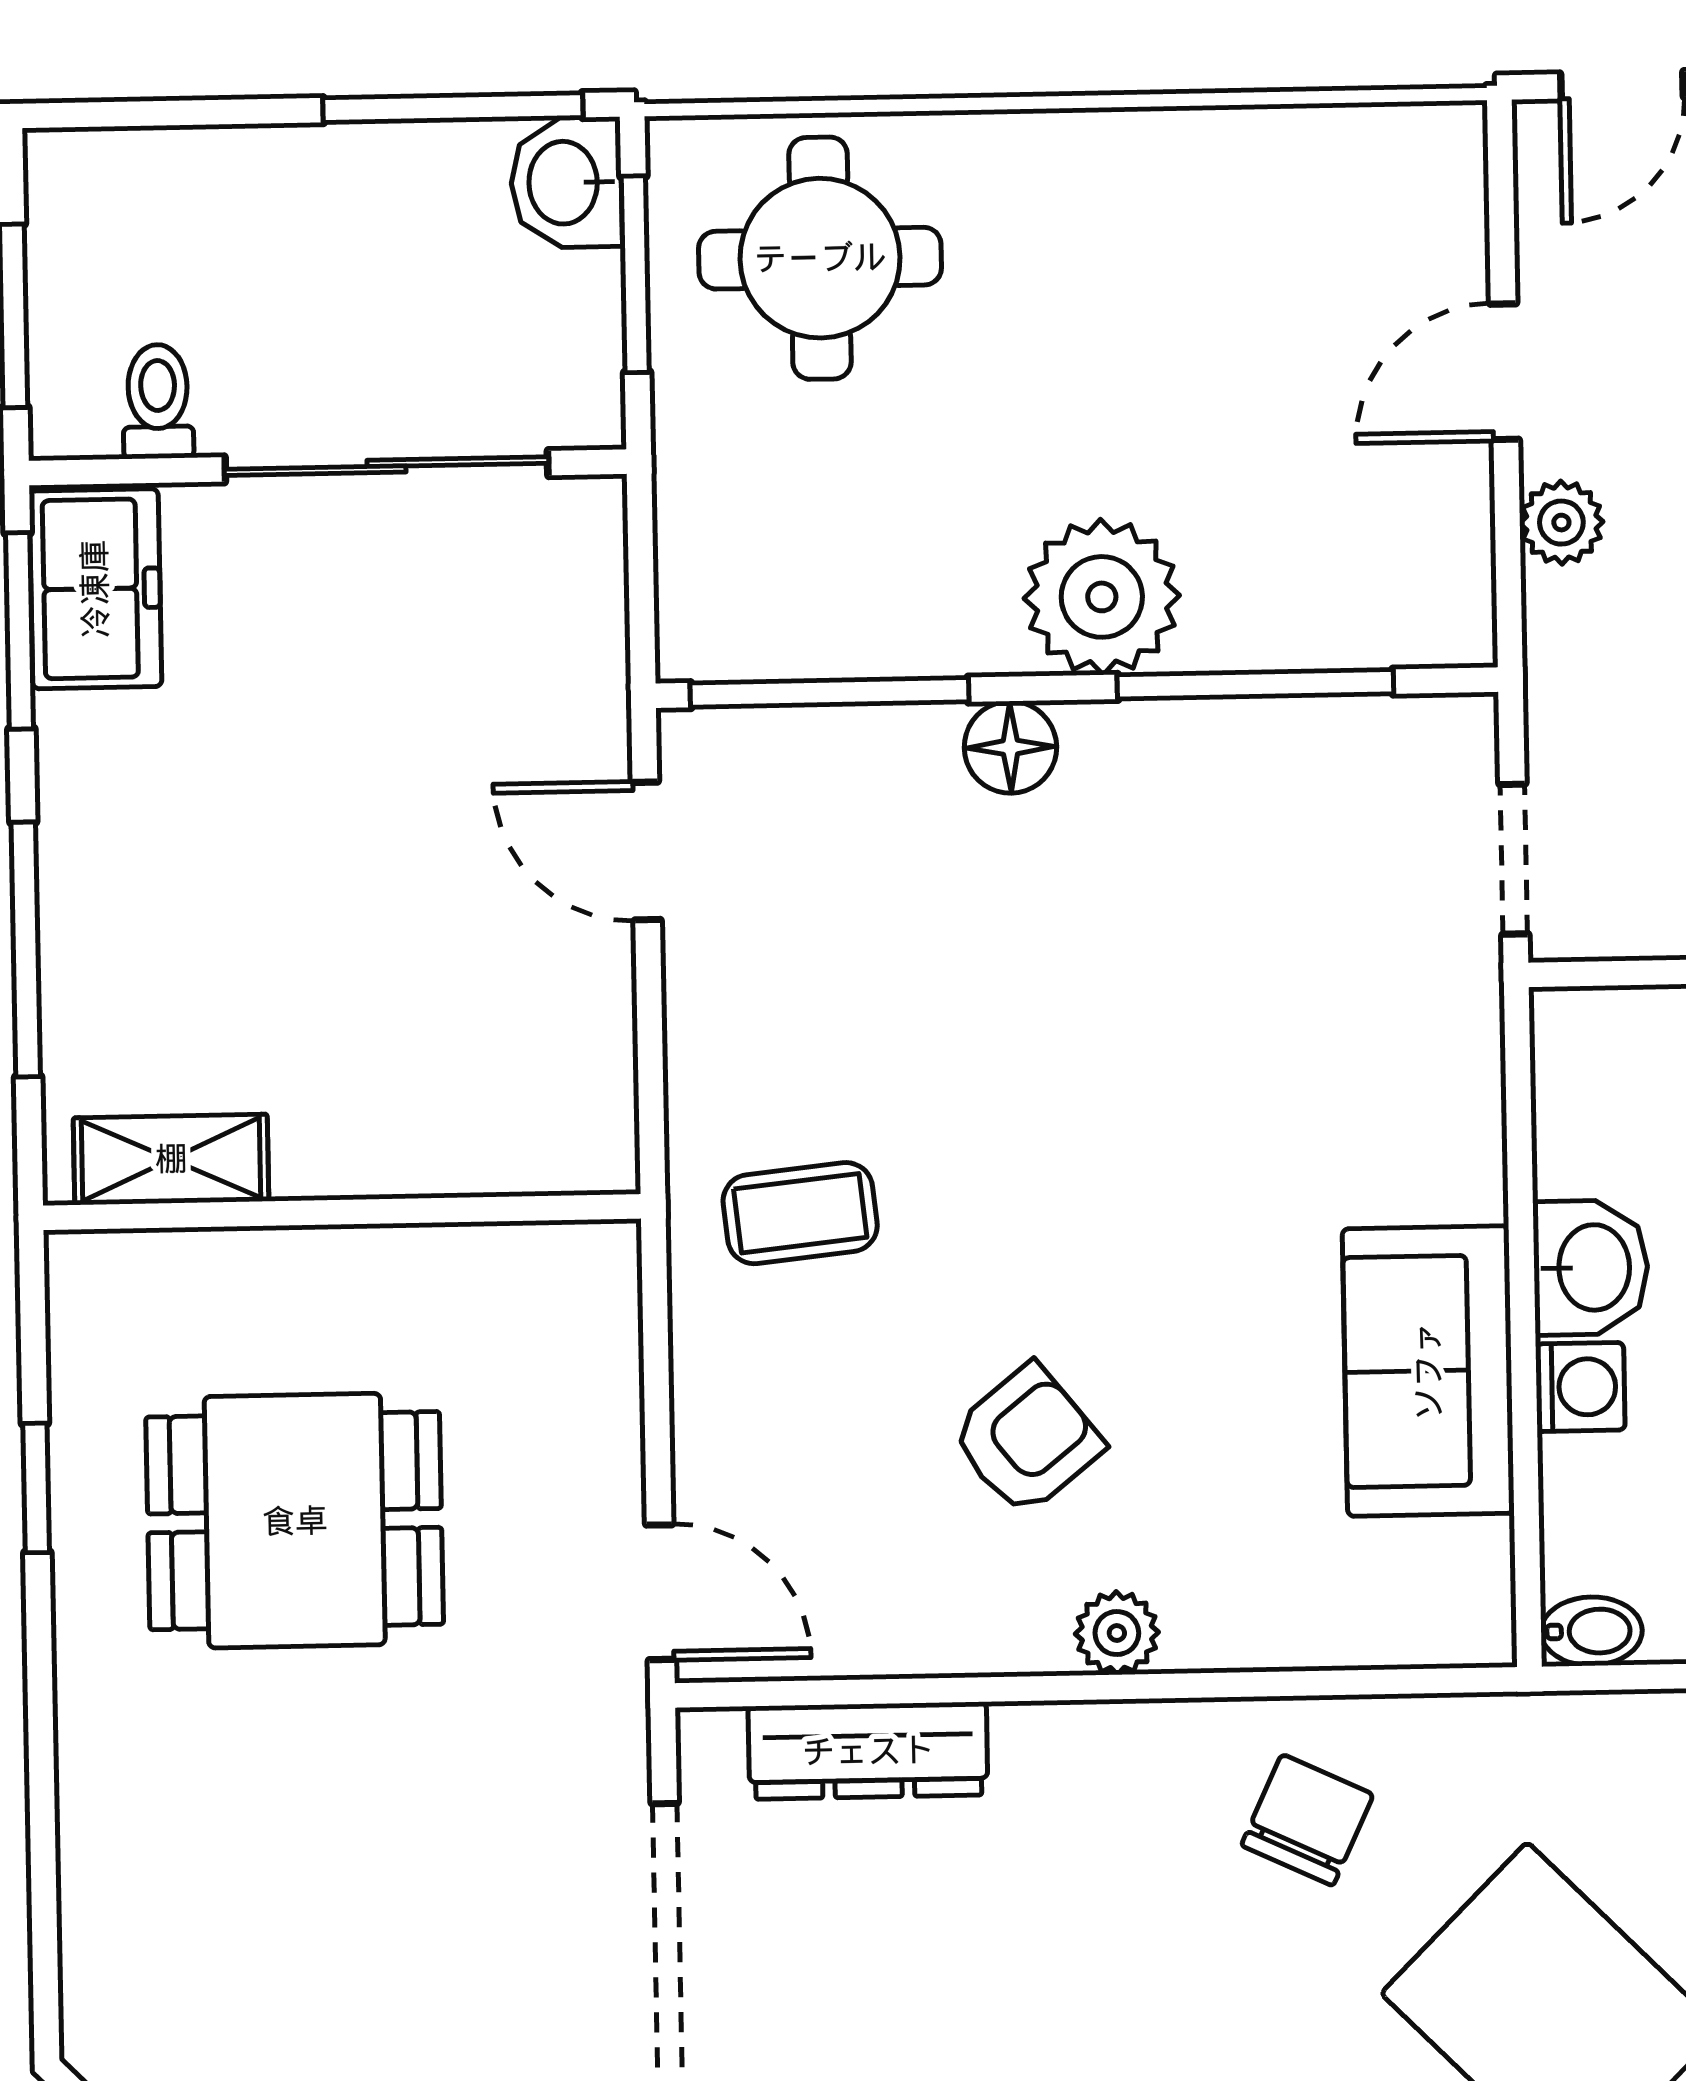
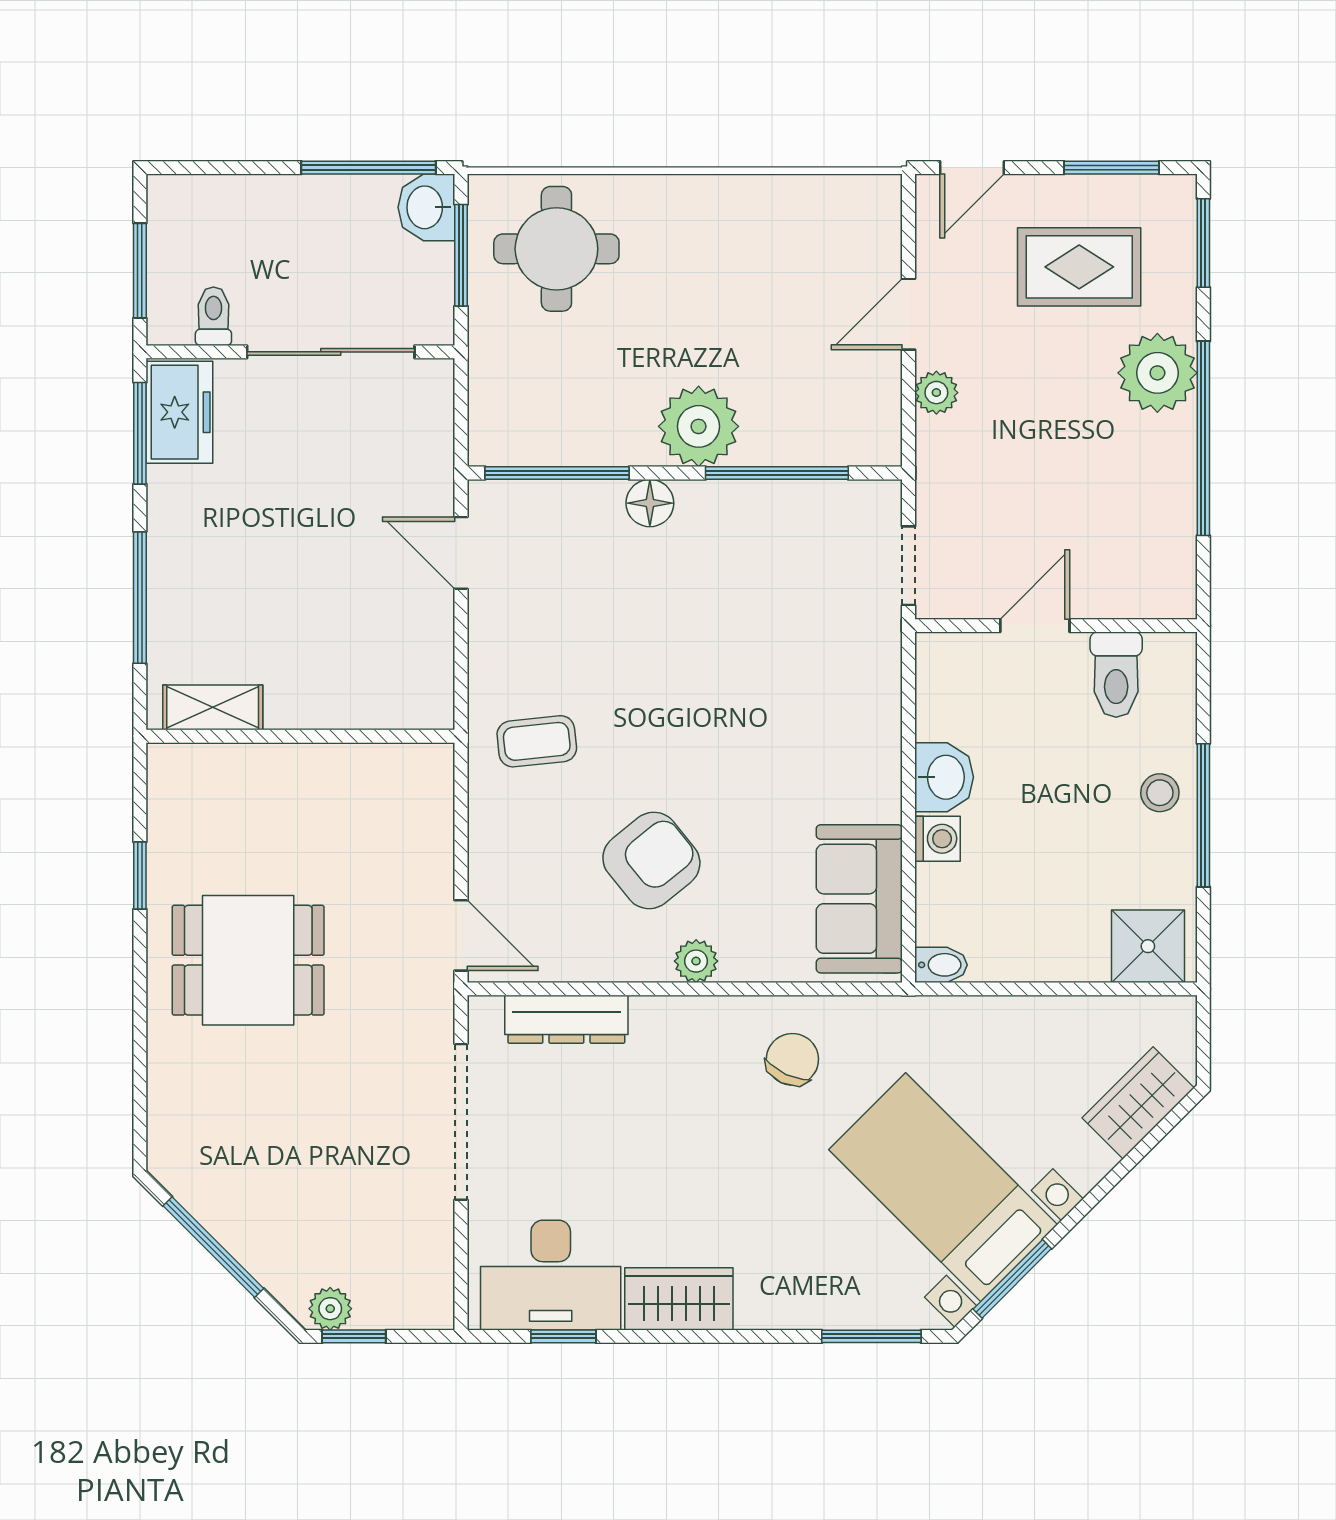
sofa: (1428, 1371) -> (859, 899), moved
armchair: (1027, 1440) -> (651, 860), width x1.38, depth x1.38
dining table: (295, 1521) -> (248, 960), moved

